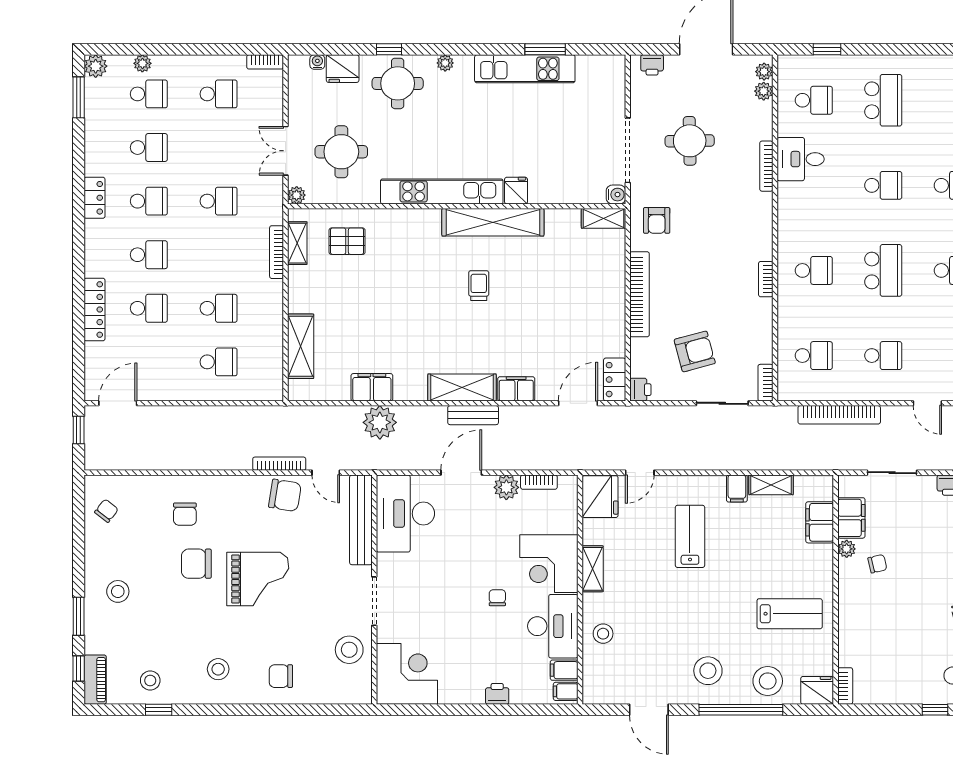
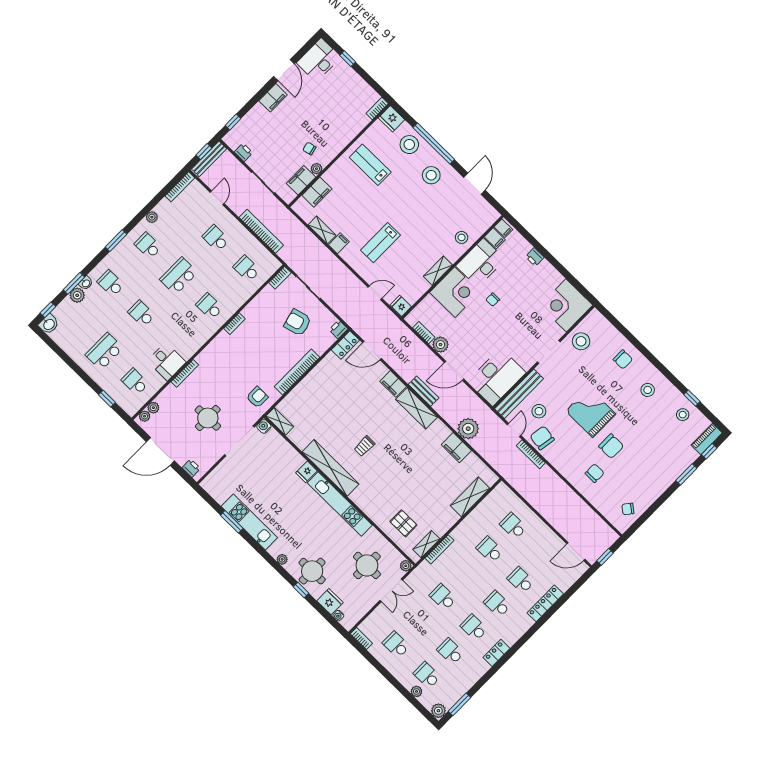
fridge: (600, 497) -> (401, 306), width x0.53, depth x0.75
stool: (118, 591) -> (539, 411), moved

